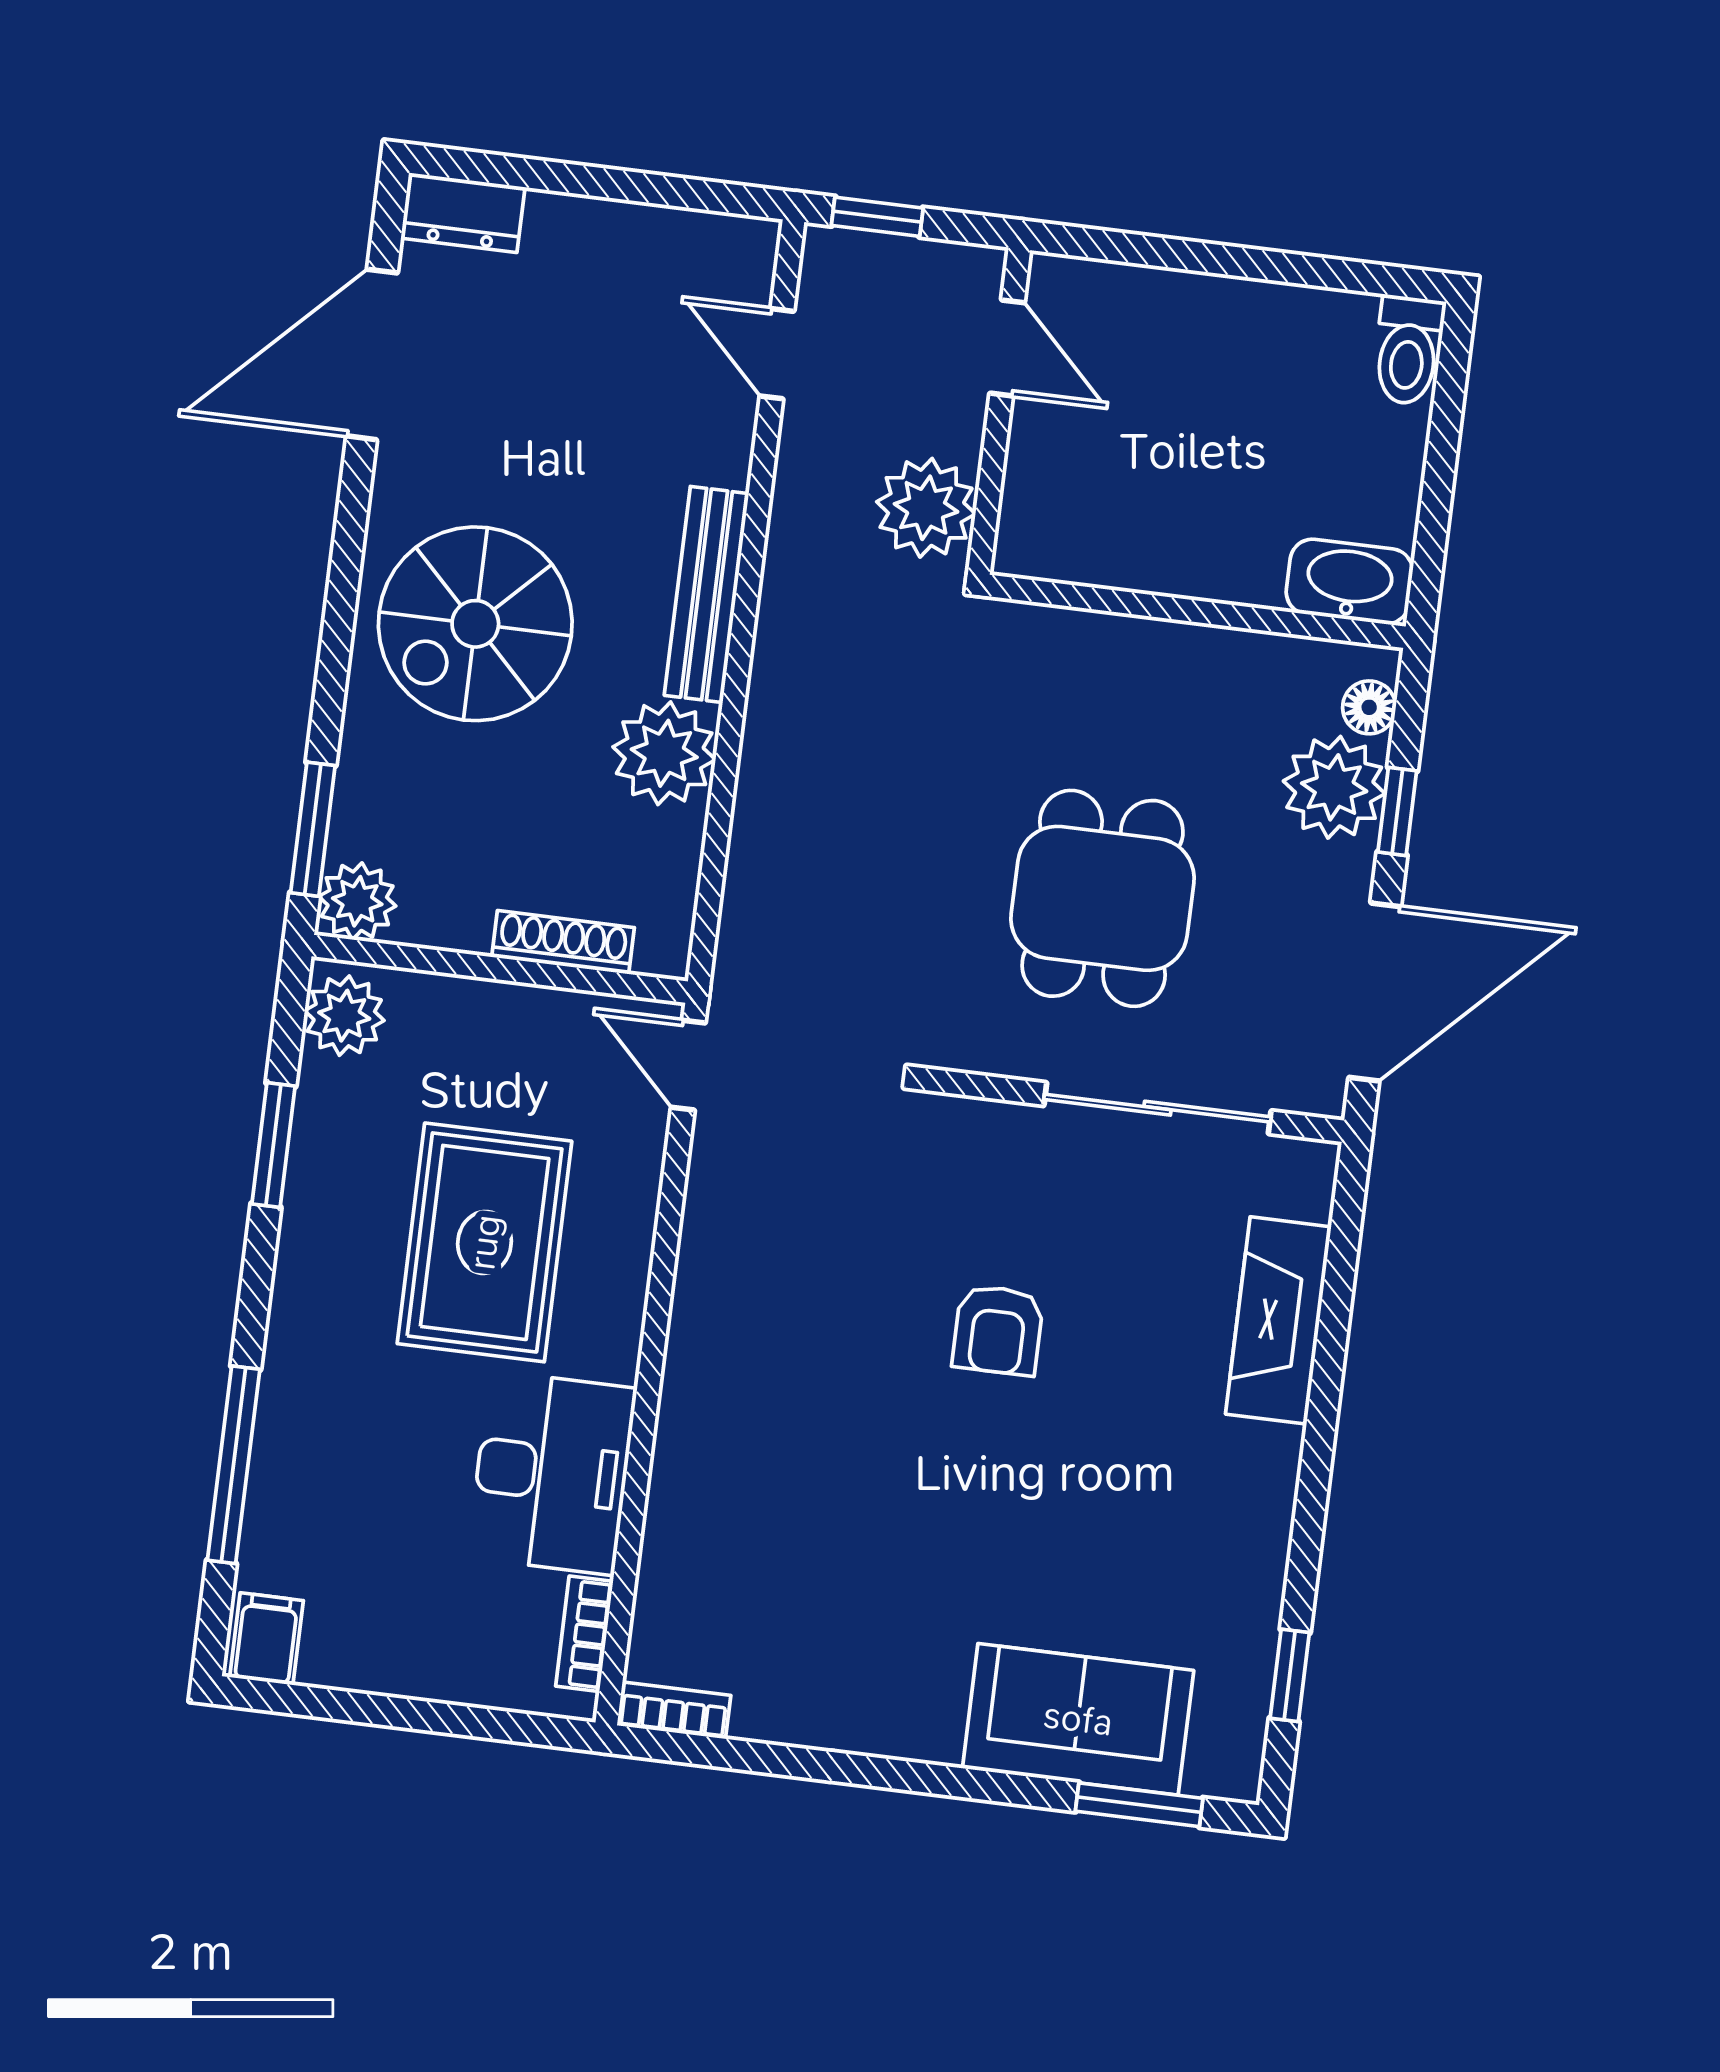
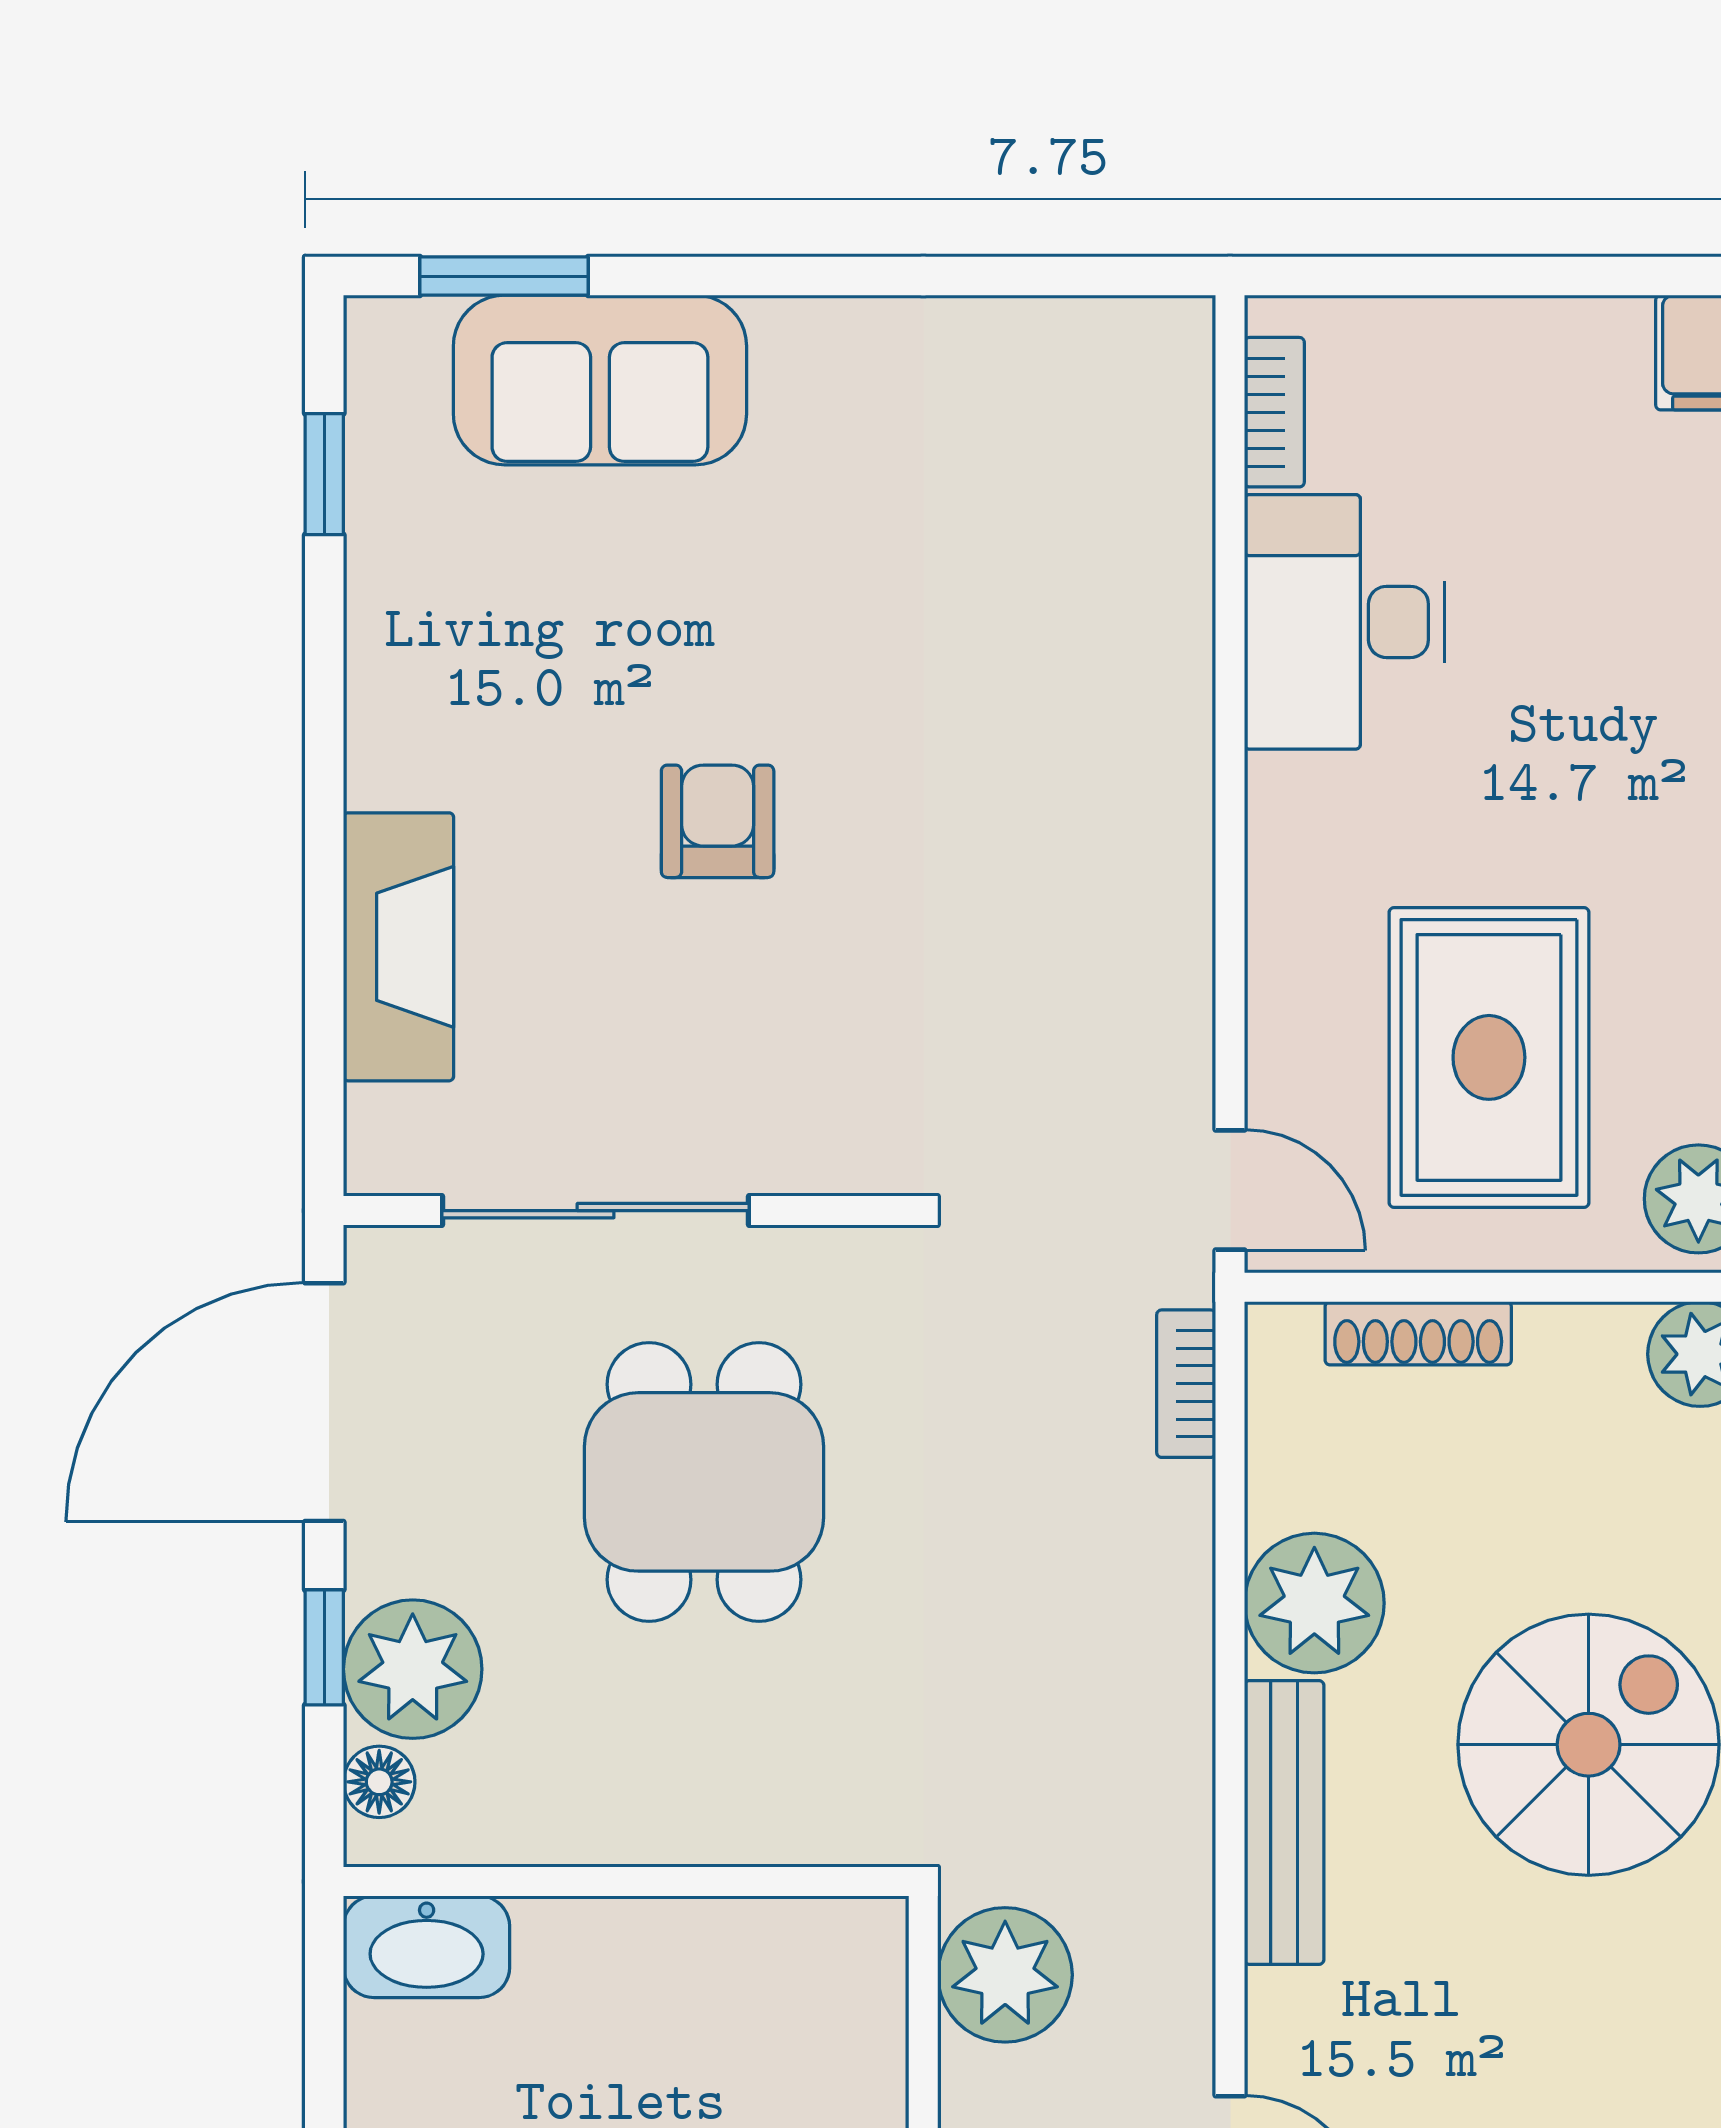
rug: (485, 1242) -> (1489, 1057), moved
armchair: (998, 1330) -> (718, 821), moved
bookcase: (674, 1710) -> (1186, 1384), moved, turned 90

